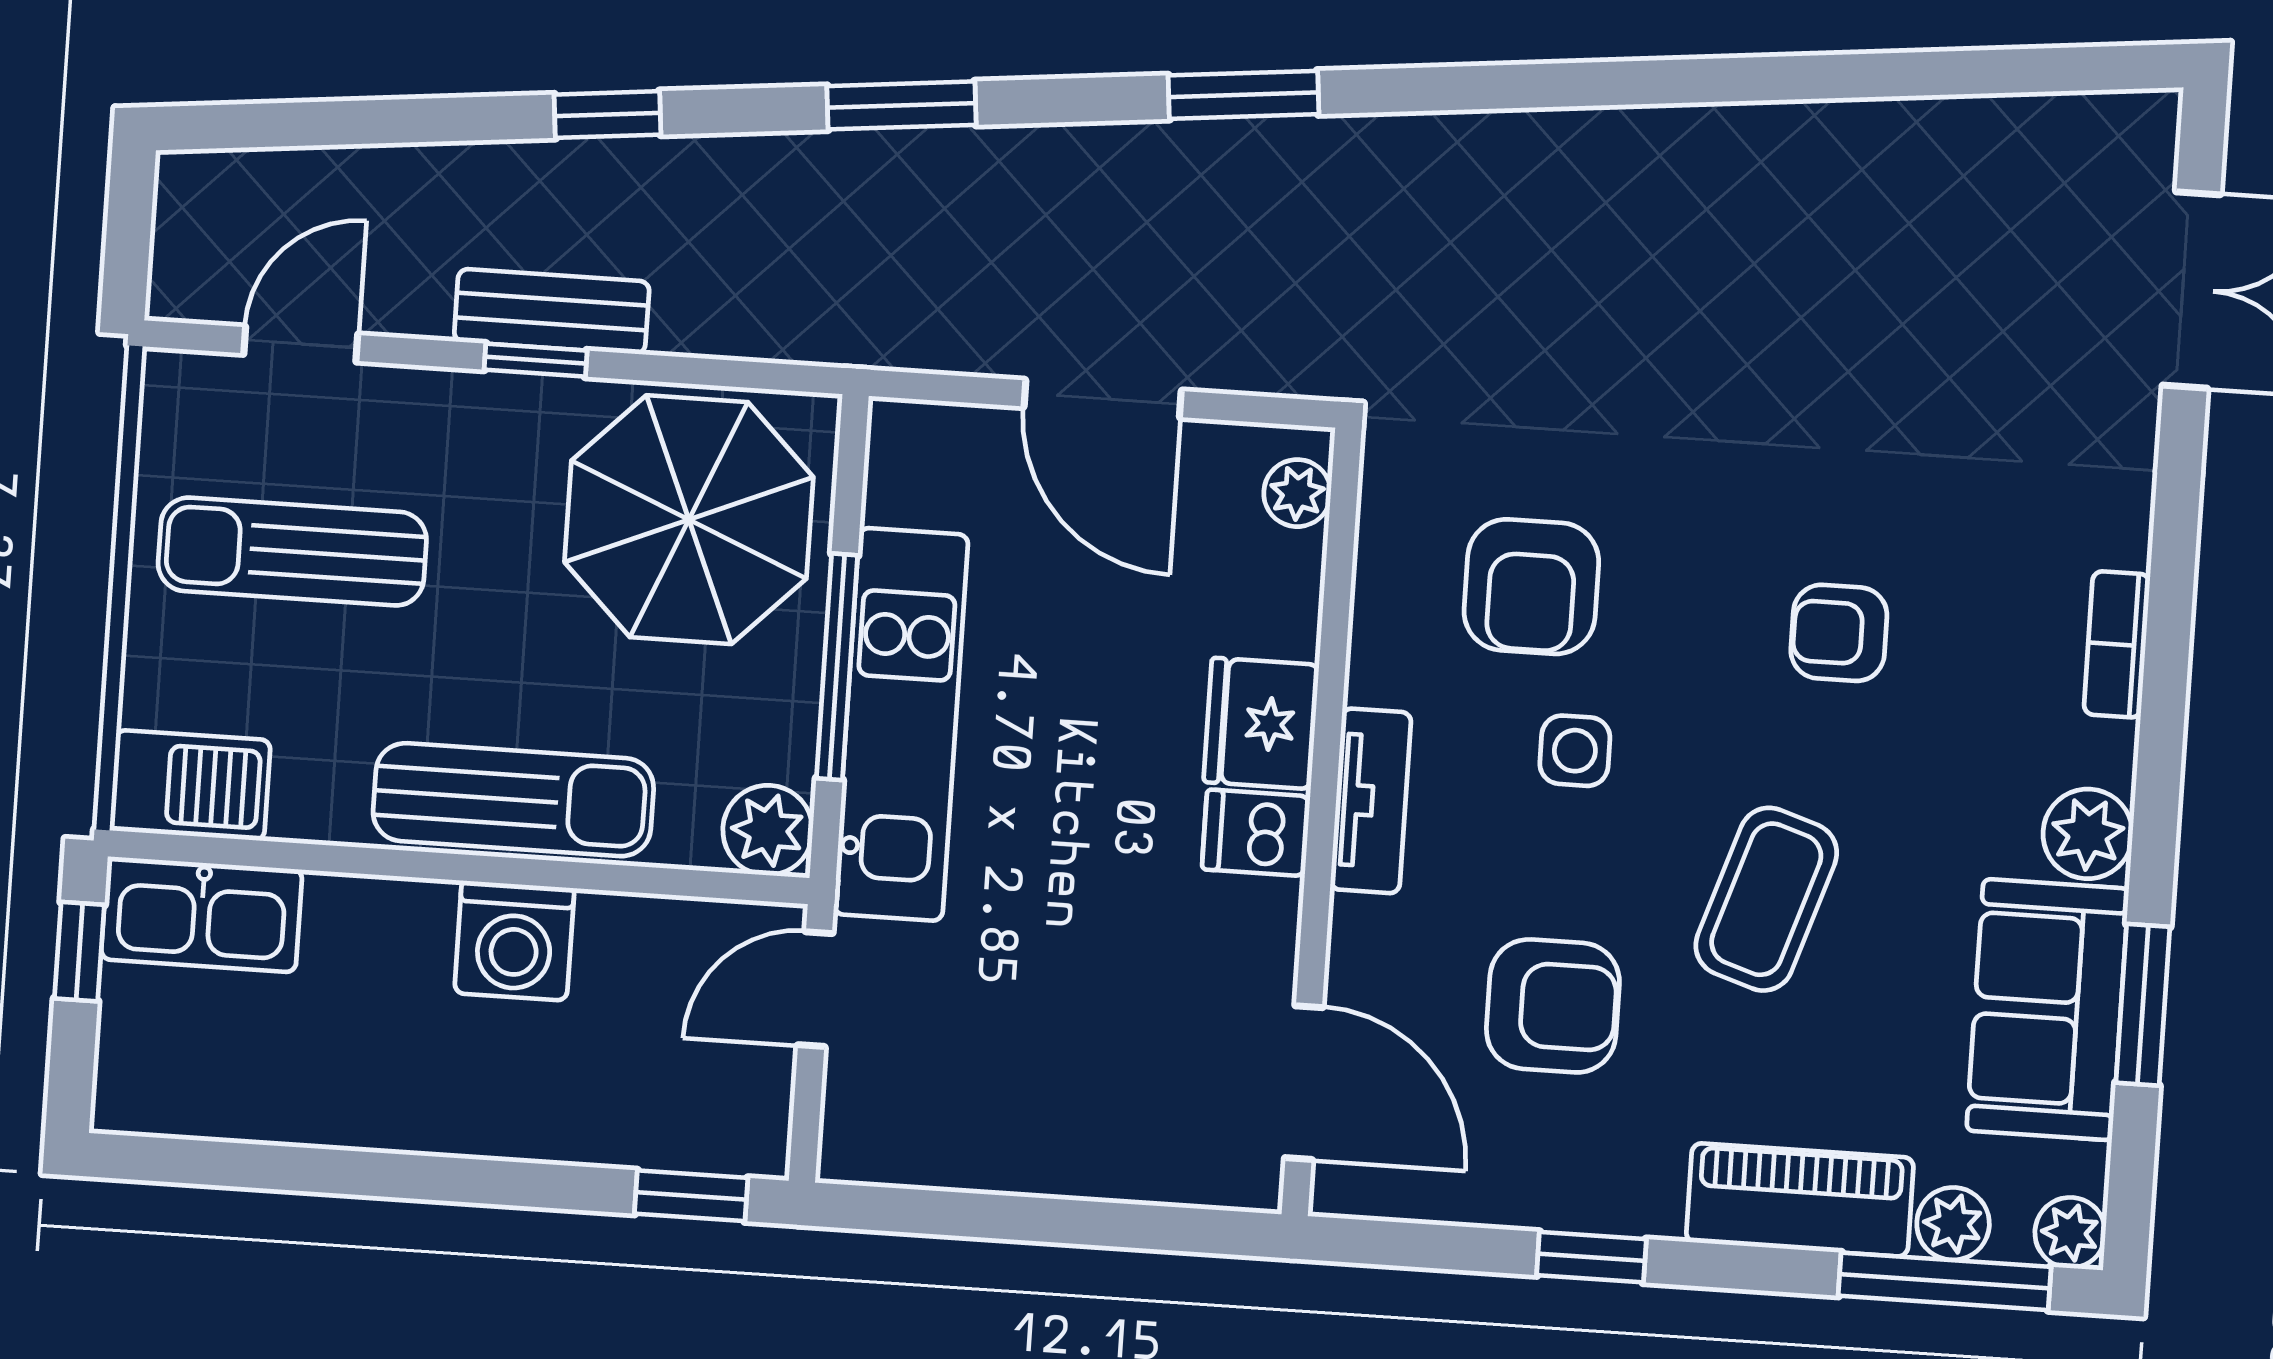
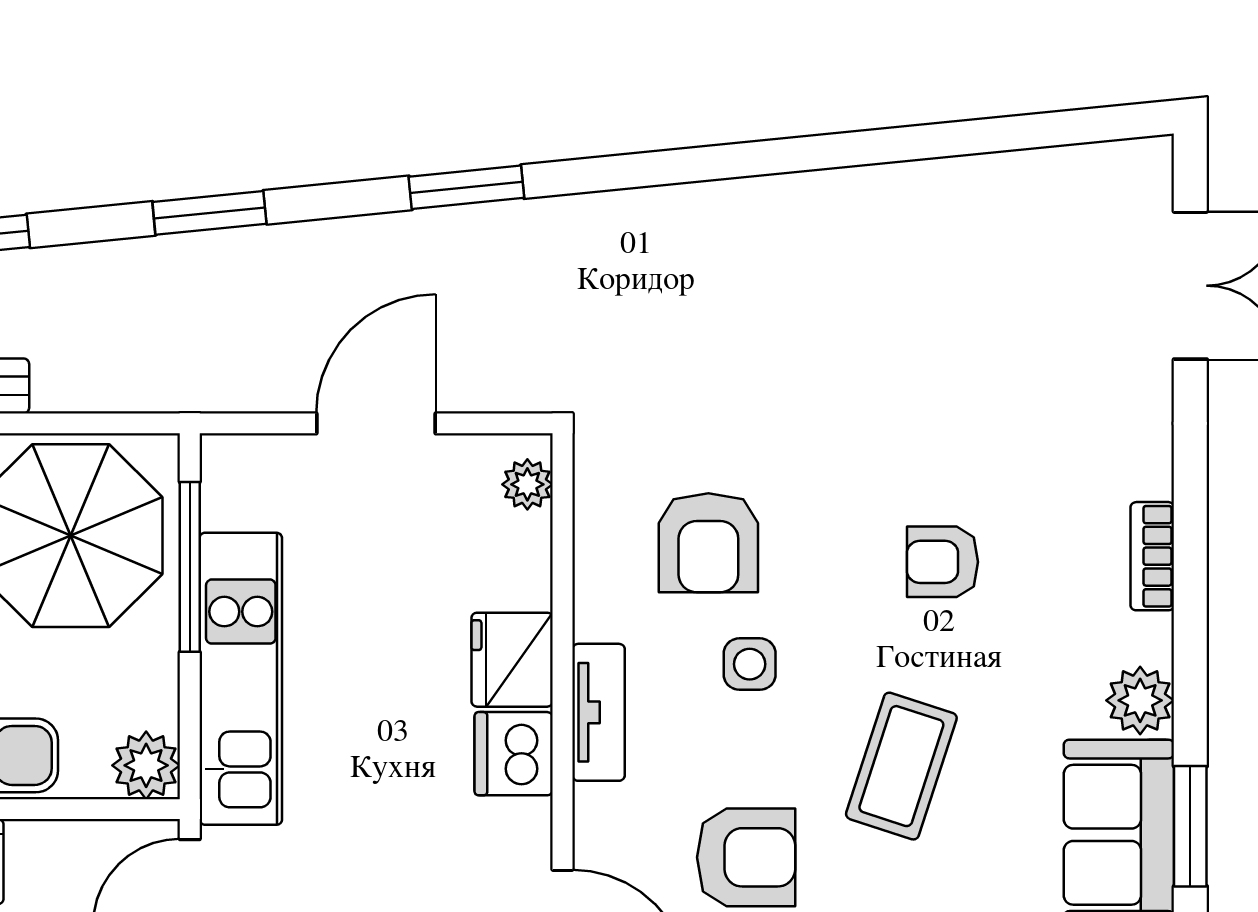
door: (1103, 399) -> (376, 423), swing flipped
window: (837, 667) -> (190, 567), moved
dishwasher: (1256, 833) -> (514, 754), width x1.38

